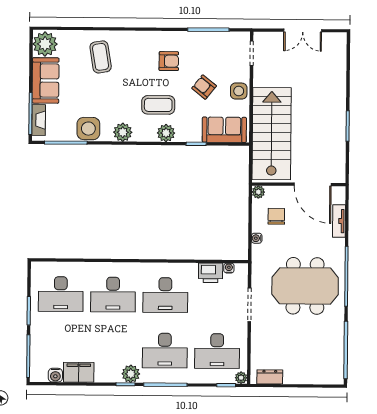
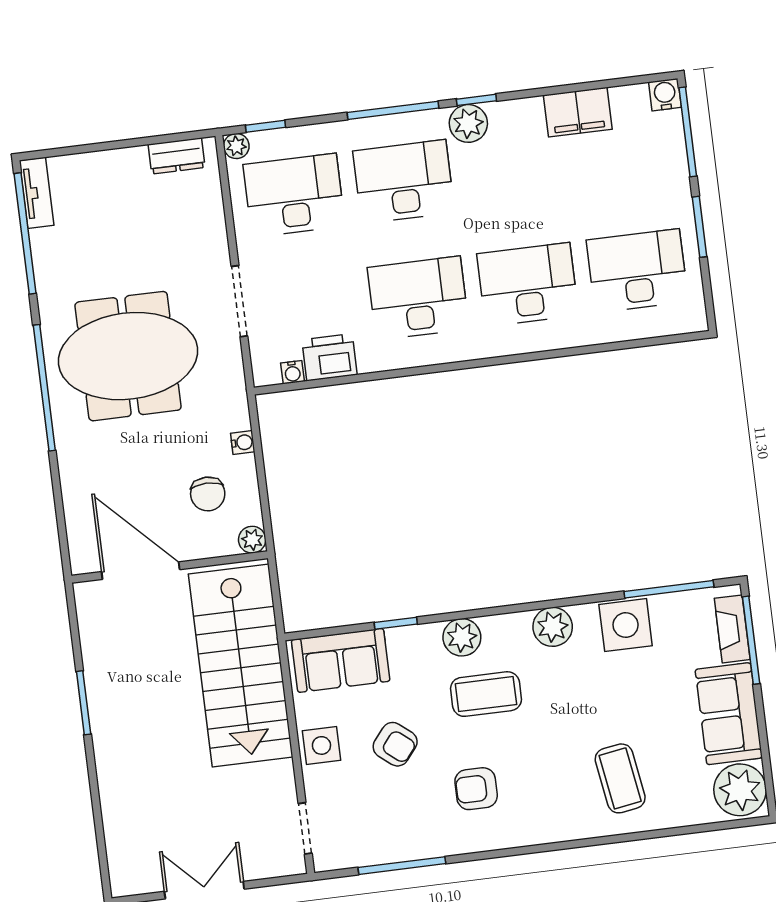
tv unit: (339, 221) -> (37, 193), moved
water cooler: (55, 375) -> (665, 95), moved

